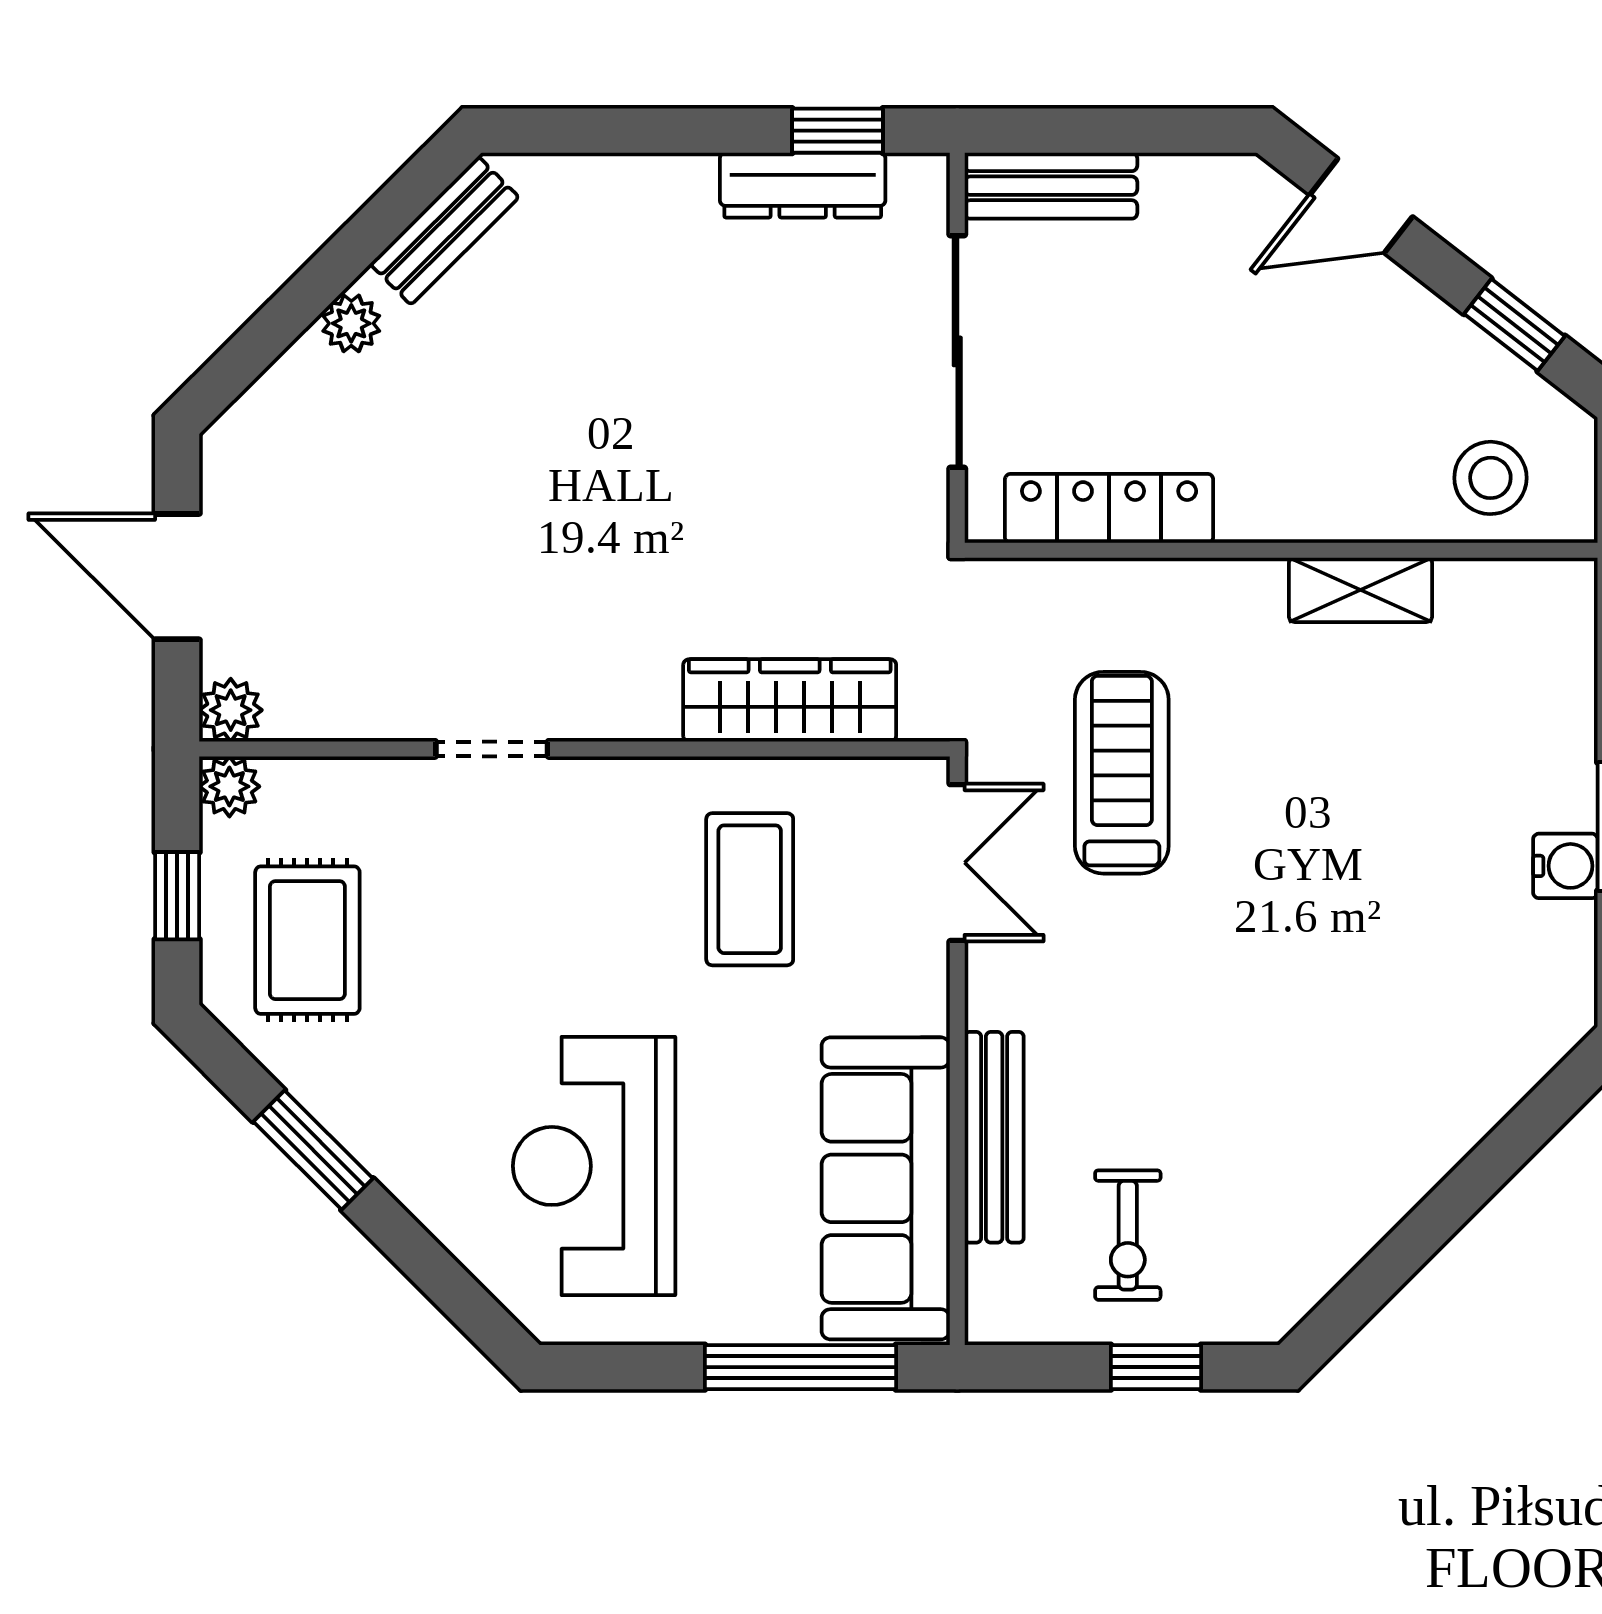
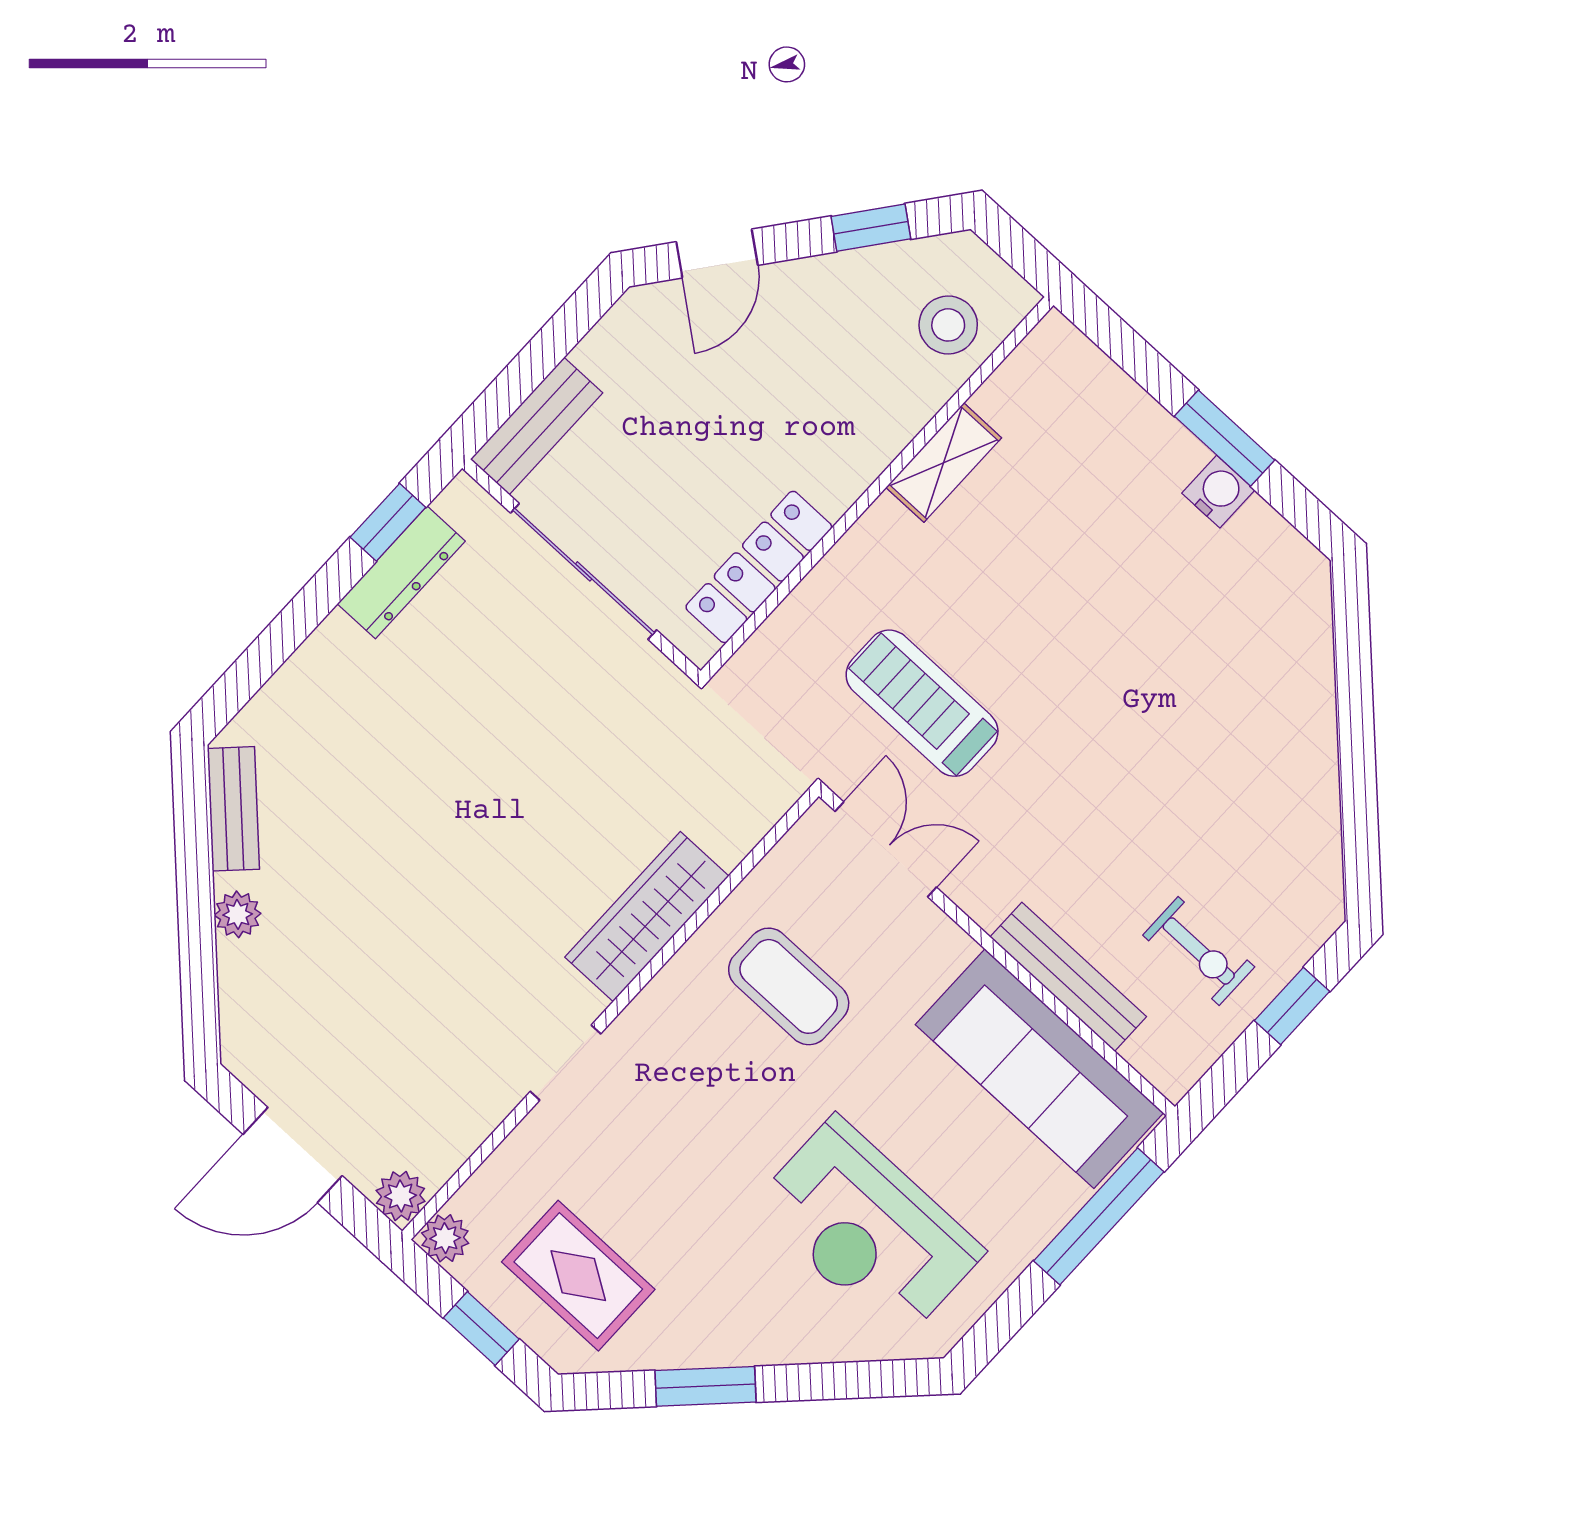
wardrobe: (790, 700) -> (647, 917), moved

